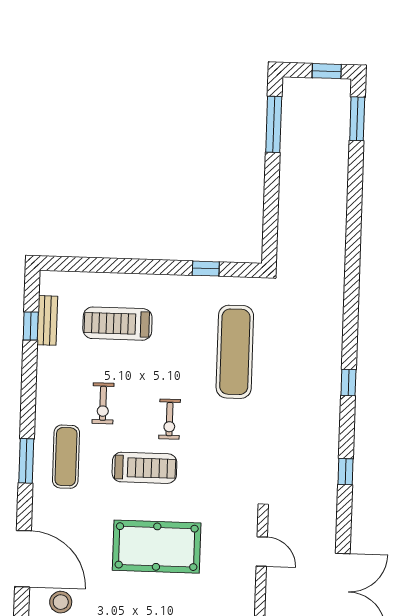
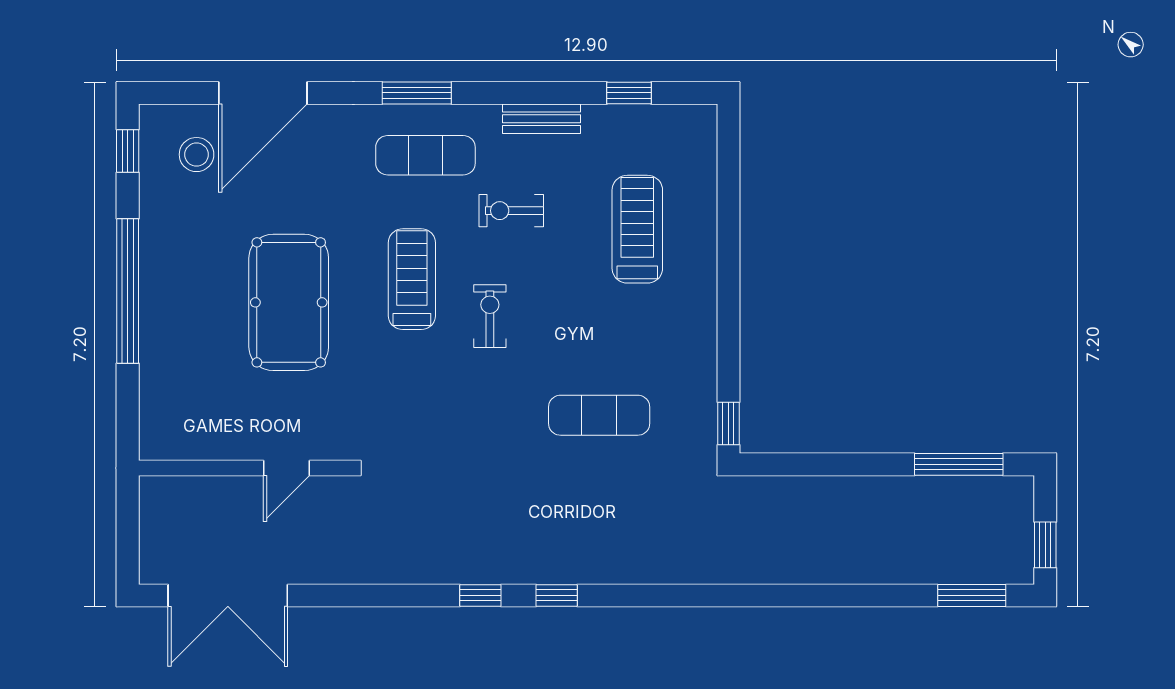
window: (206, 269) -> (728, 423), moved
bench: (47, 320) -> (541, 119), moved
exercise mat: (235, 352) -> (599, 415), width x0.73, depth x0.69
exercise bike: (170, 419) -> (490, 316), turned 90
treadmill: (144, 468) -> (412, 279), turned 180
window: (345, 472) -> (480, 595), moved

